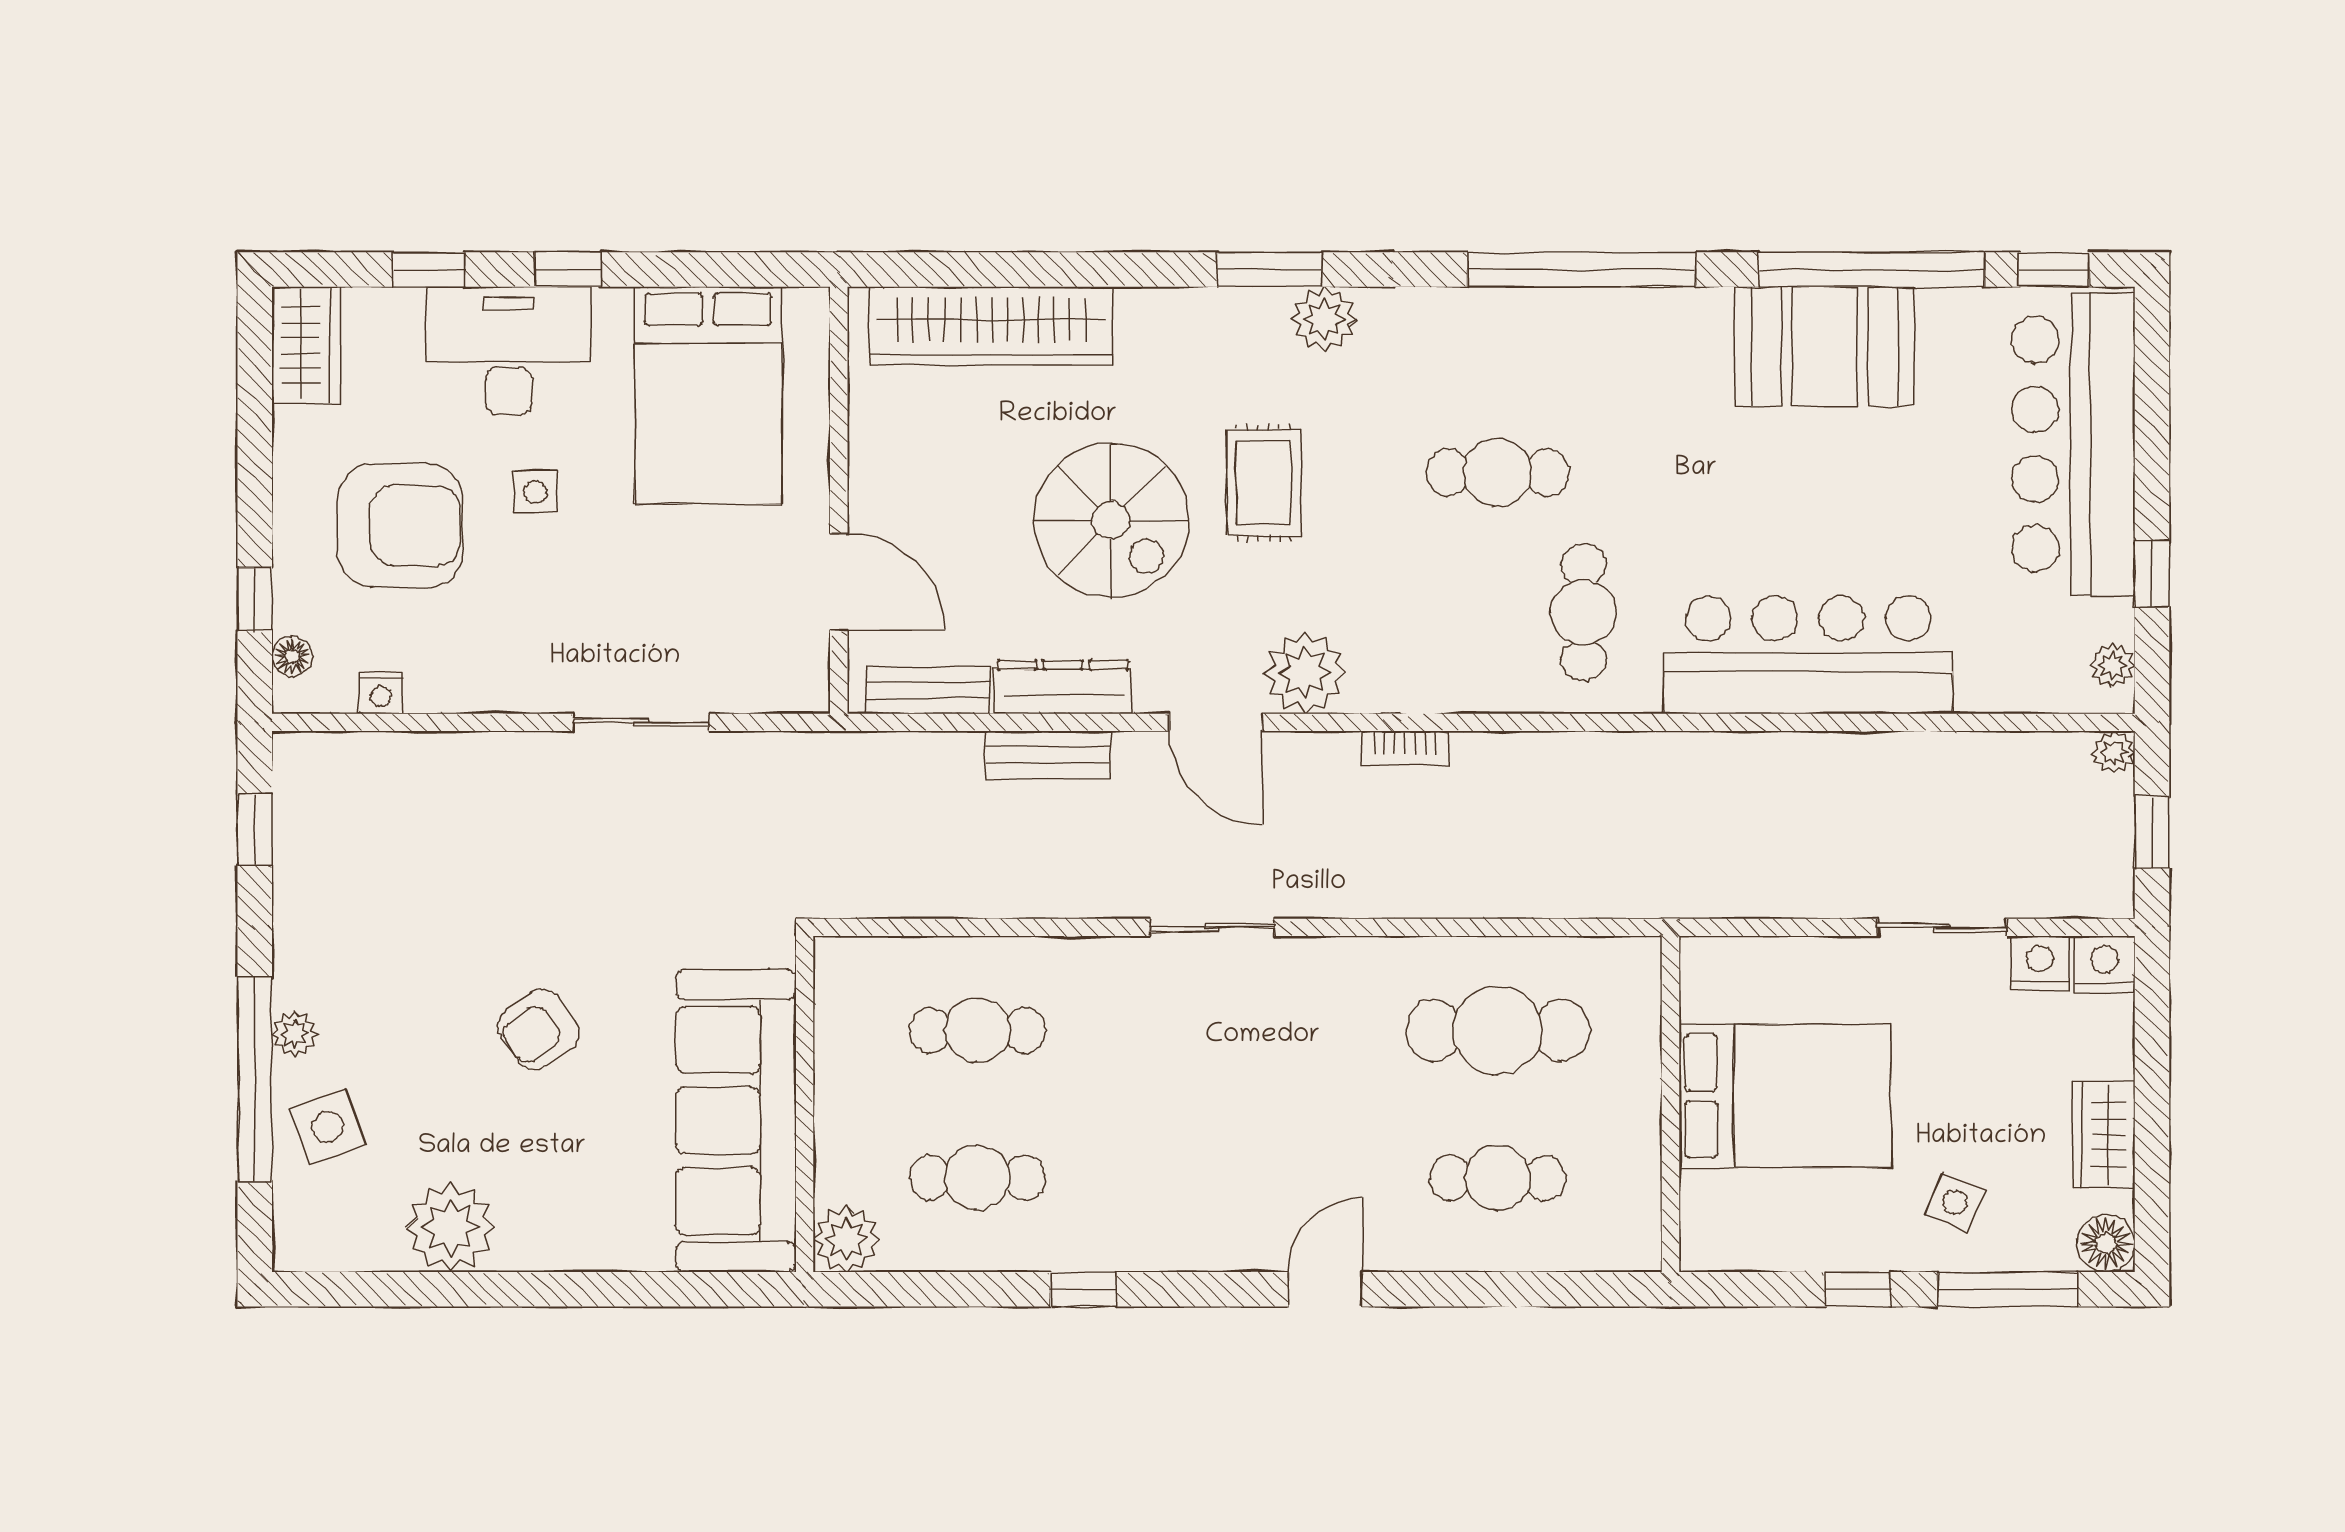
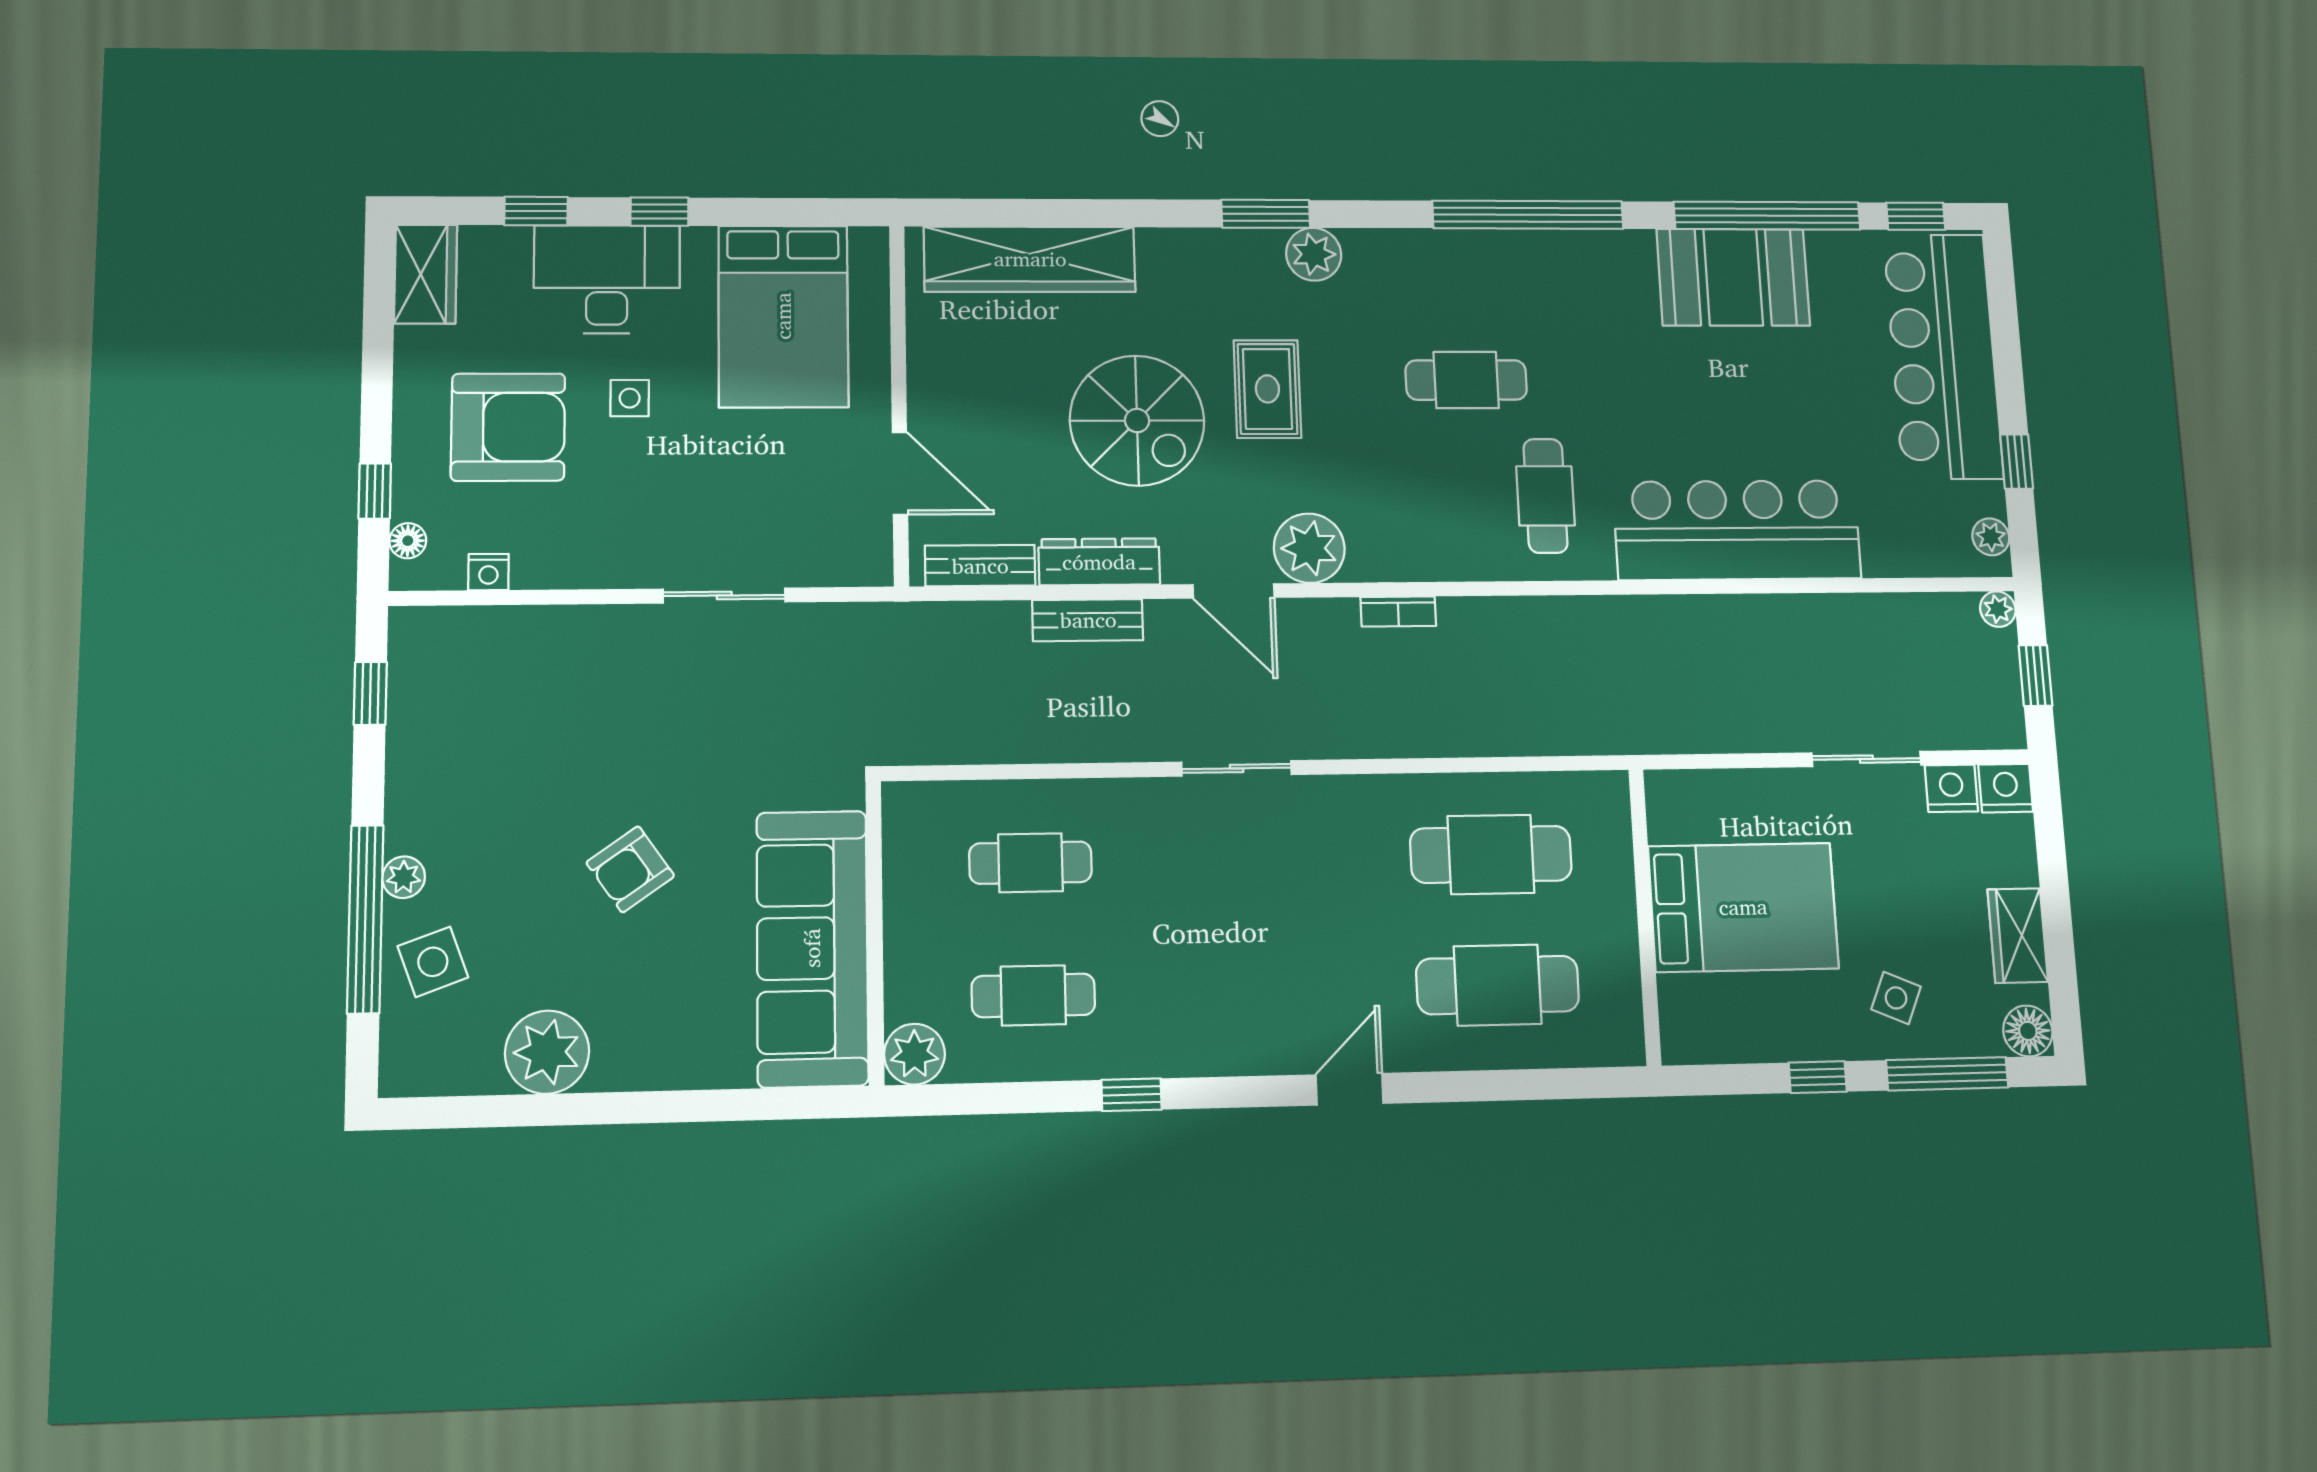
cafe table: (1498, 1178) -> (1498, 985), width x1.37, depth x1.35

